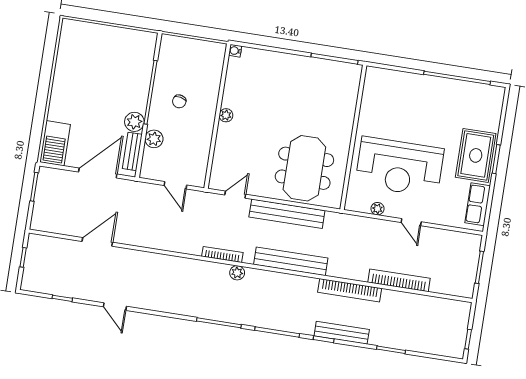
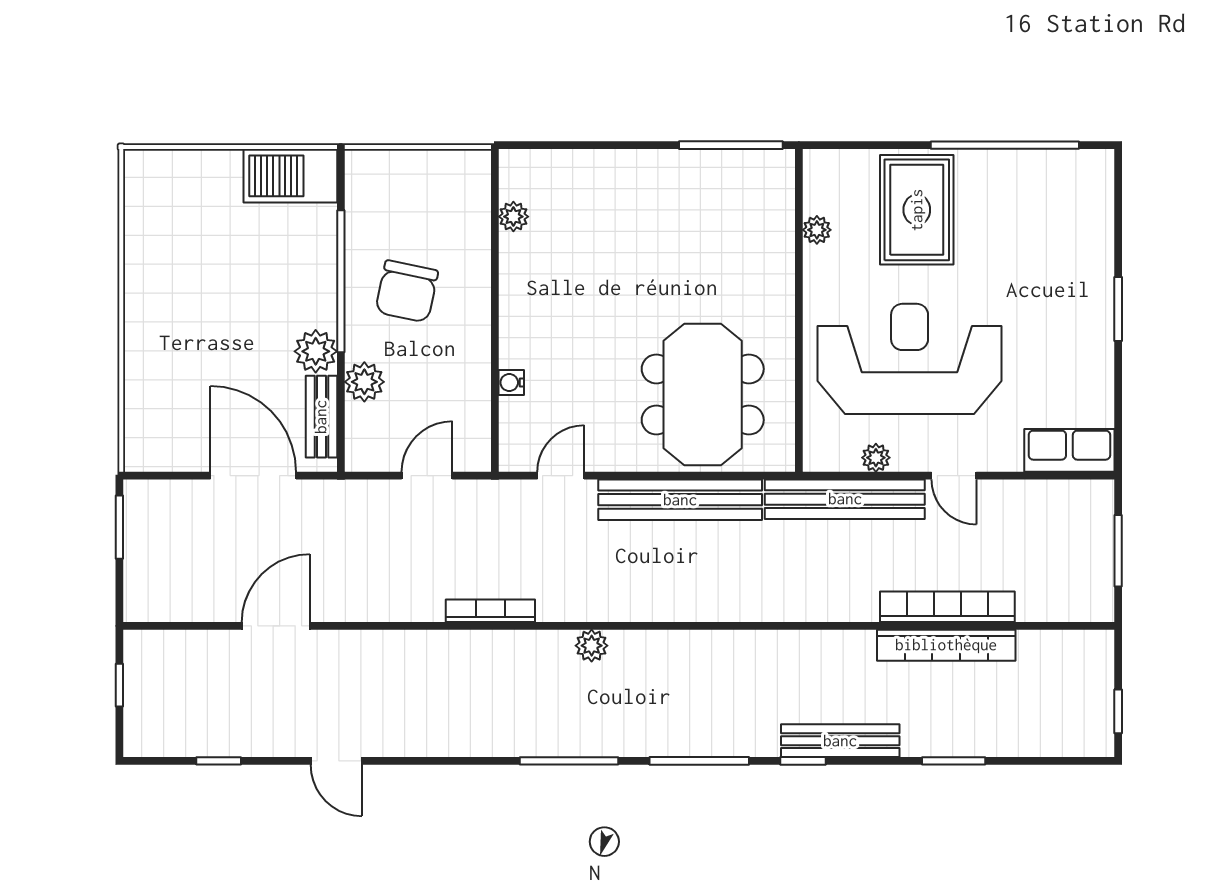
water cooler: (235, 51) -> (511, 383), moved
chair: (179, 101) -> (407, 291), width x1.87, depth x1.87
plant: (367, 103) -> (817, 230), added
plant: (226, 115) -> (513, 217), moved
barbecue: (55, 143) -> (290, 176), moved, turned 90
rug: (476, 155) -> (917, 210), moved
reception desk: (399, 167) -> (910, 359), turned 180
door: (98, 173) -> (253, 476), hinge flipped
door: (175, 185) -> (427, 476), swing flipped
row of seats: (478, 204) -> (1069, 450), moved, turned 90
bookcase: (222, 254) -> (490, 611), moved
bench: (291, 261) -> (845, 499), moved
bookcase: (350, 290) -> (946, 645), moved

